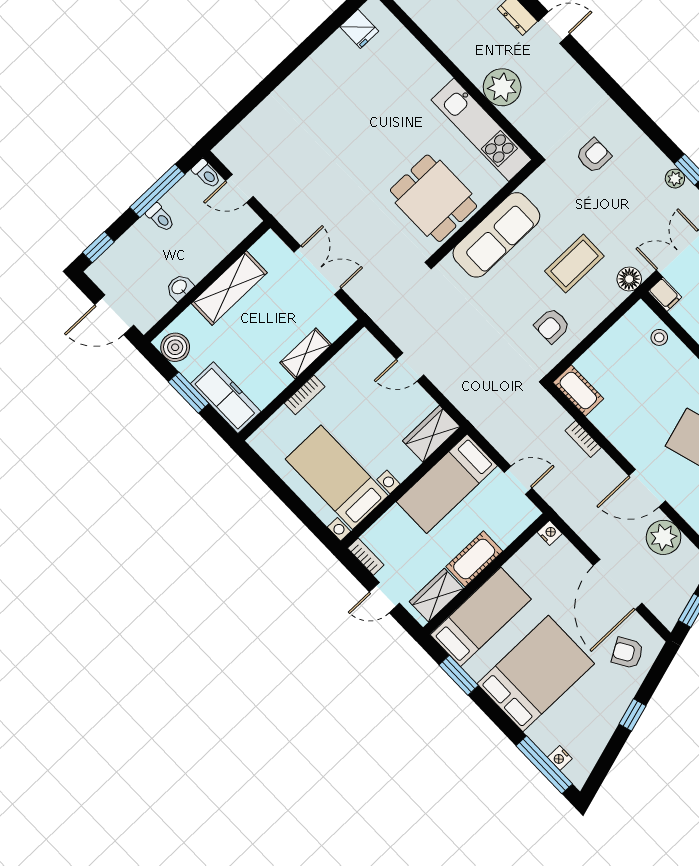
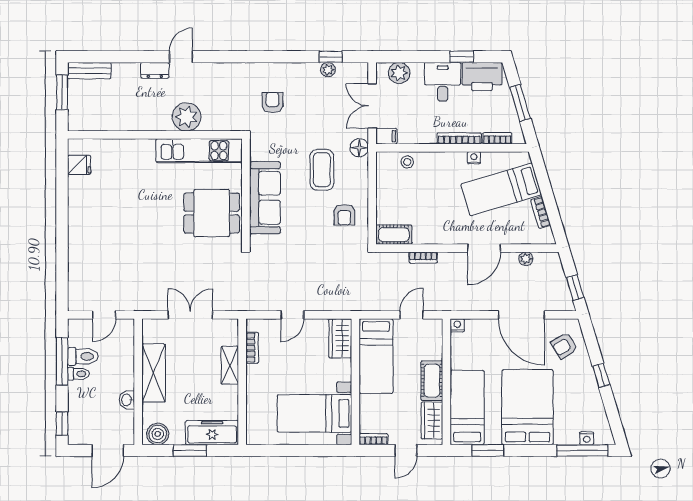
toilet: (206, 174) -> (83, 356), moved, width x1.37, depth x1.39
bookcase: (305, 395) -> (252, 348), moved
plant: (664, 537) -> (526, 259), width x0.53, depth x0.53

